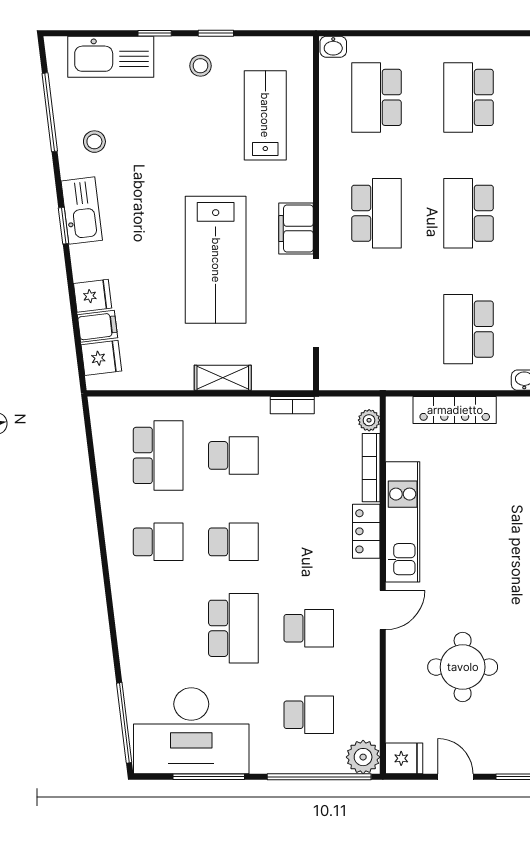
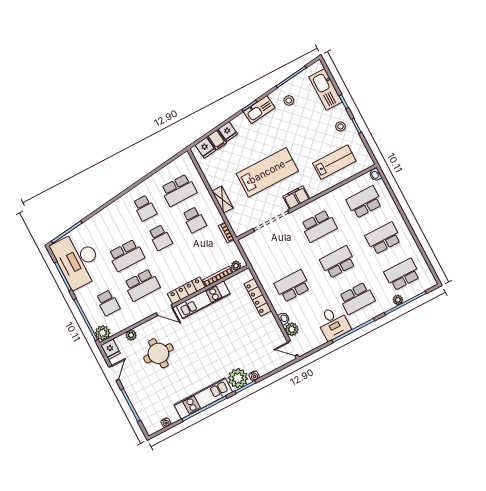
lab bench: (216, 260) -> (267, 172), turned 180
locker: (366, 531) -> (186, 290), width x1.53
school desk: (309, 628) -> (142, 285), width x1.85
plant: (398, 703) -> (131, 335), added

